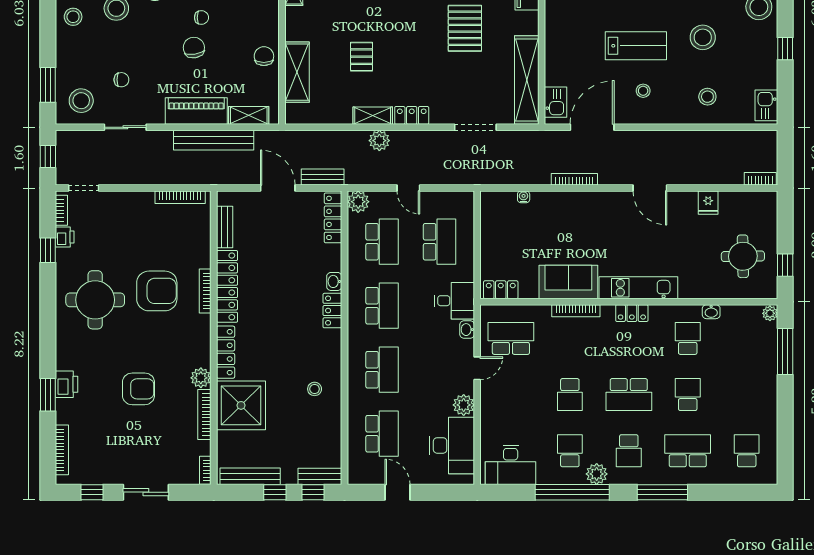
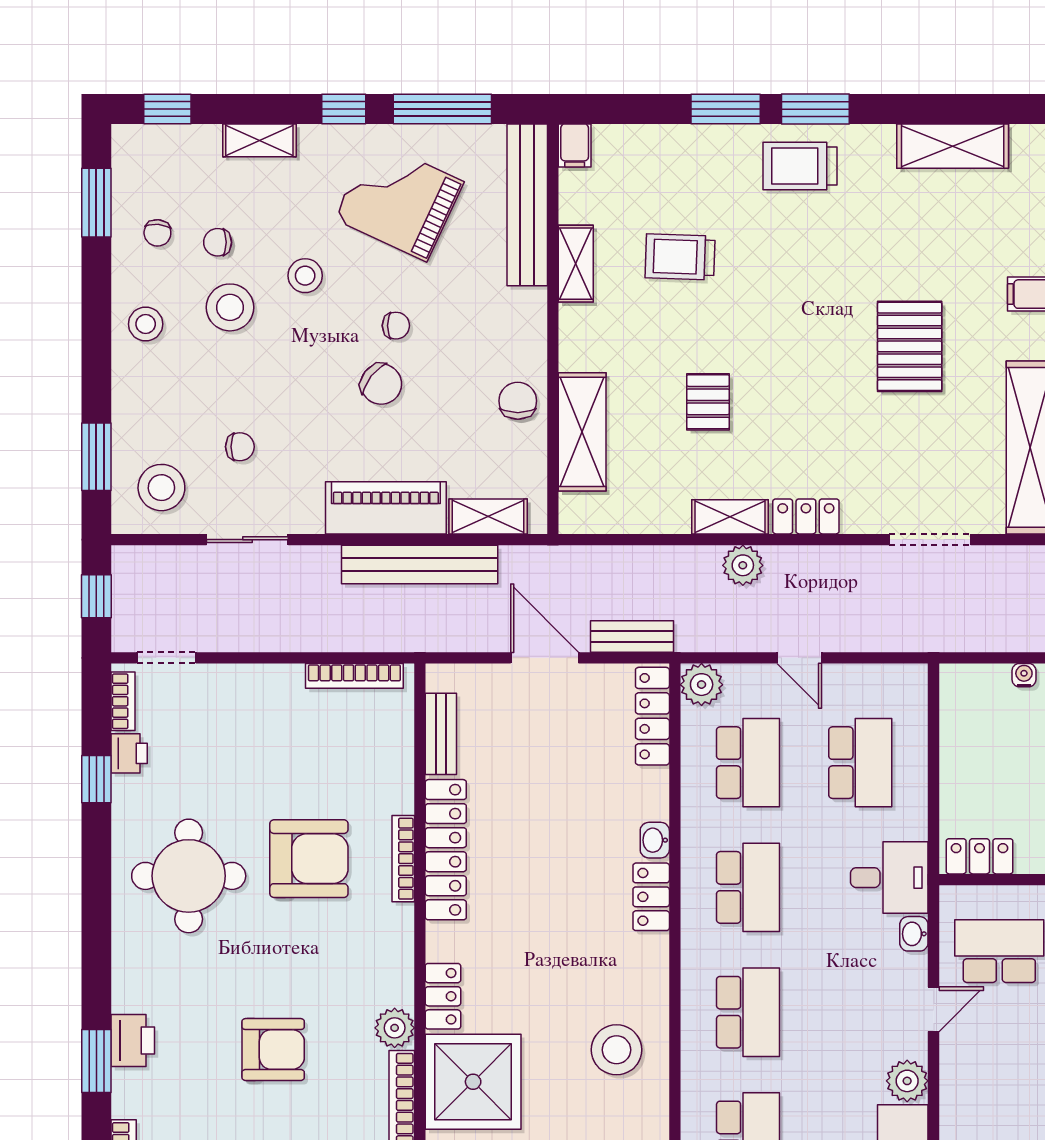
chair: (194, 48) -> (381, 384), turned 137
locker: (226, 352) -> (443, 996), width x0.66
stool: (315, 389) -> (616, 1050), width x1.89, depth x1.89

